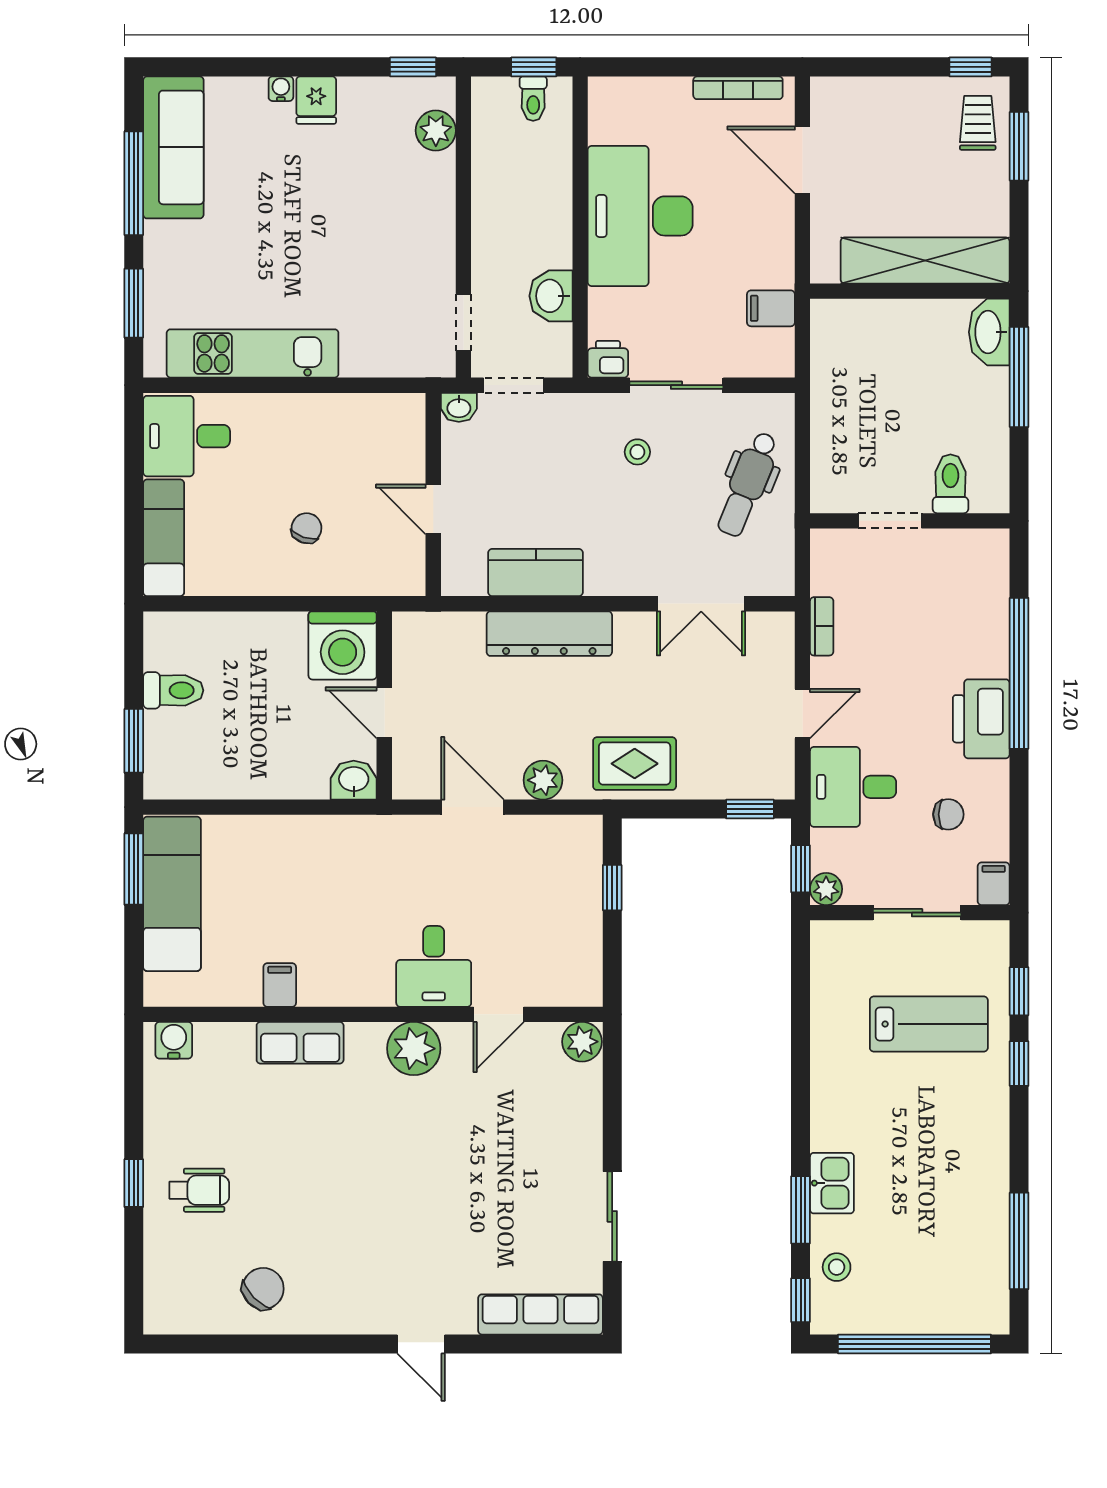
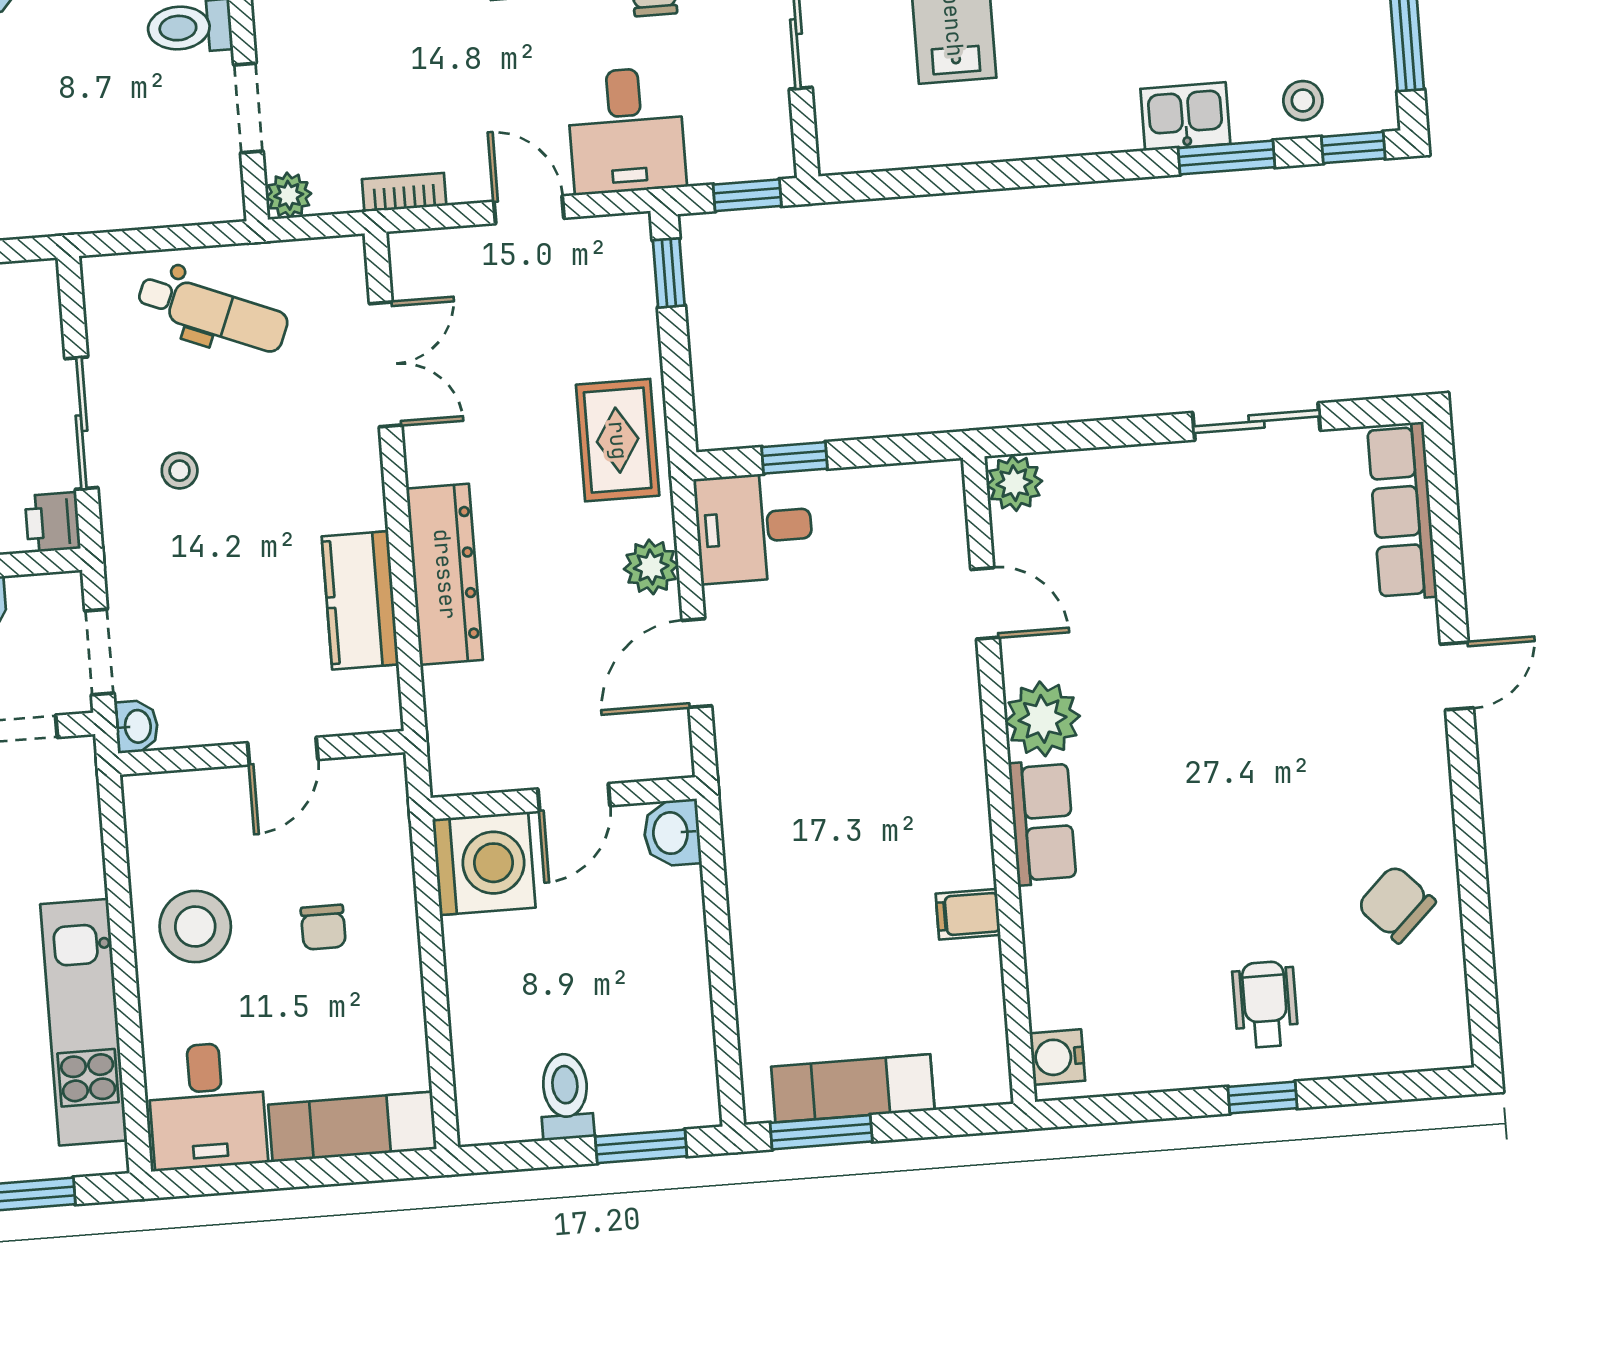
stool: (314, 438) -> (195, 926), added
chair: (306, 528) -> (323, 927), turned -109
plant: (826, 889) -> (289, 195), moved
exam couch: (172, 894) -> (853, 1088), width x0.73, depth x0.69
desk: (434, 966) -> (754, 527), moved, turned 180
row of seats: (300, 1043) -> (1042, 822), moved

